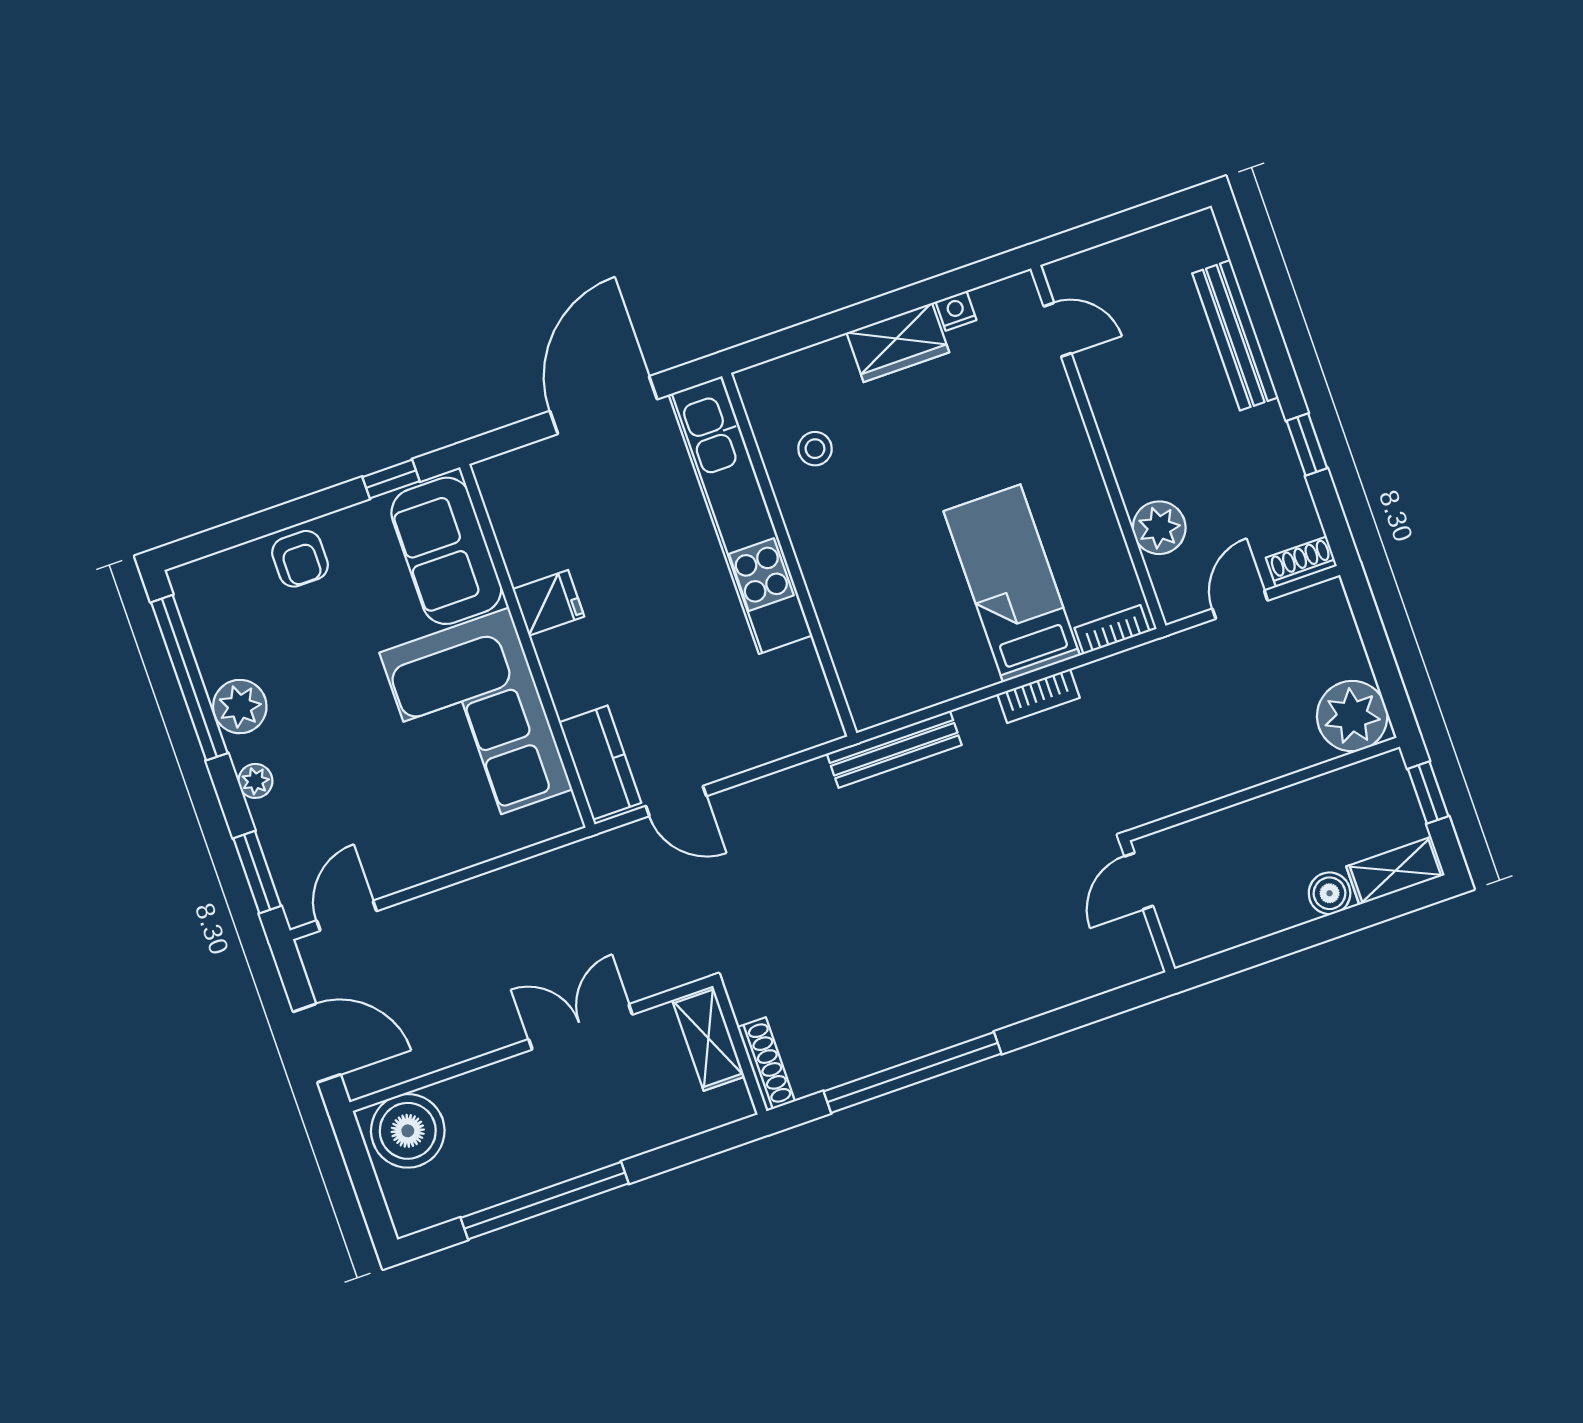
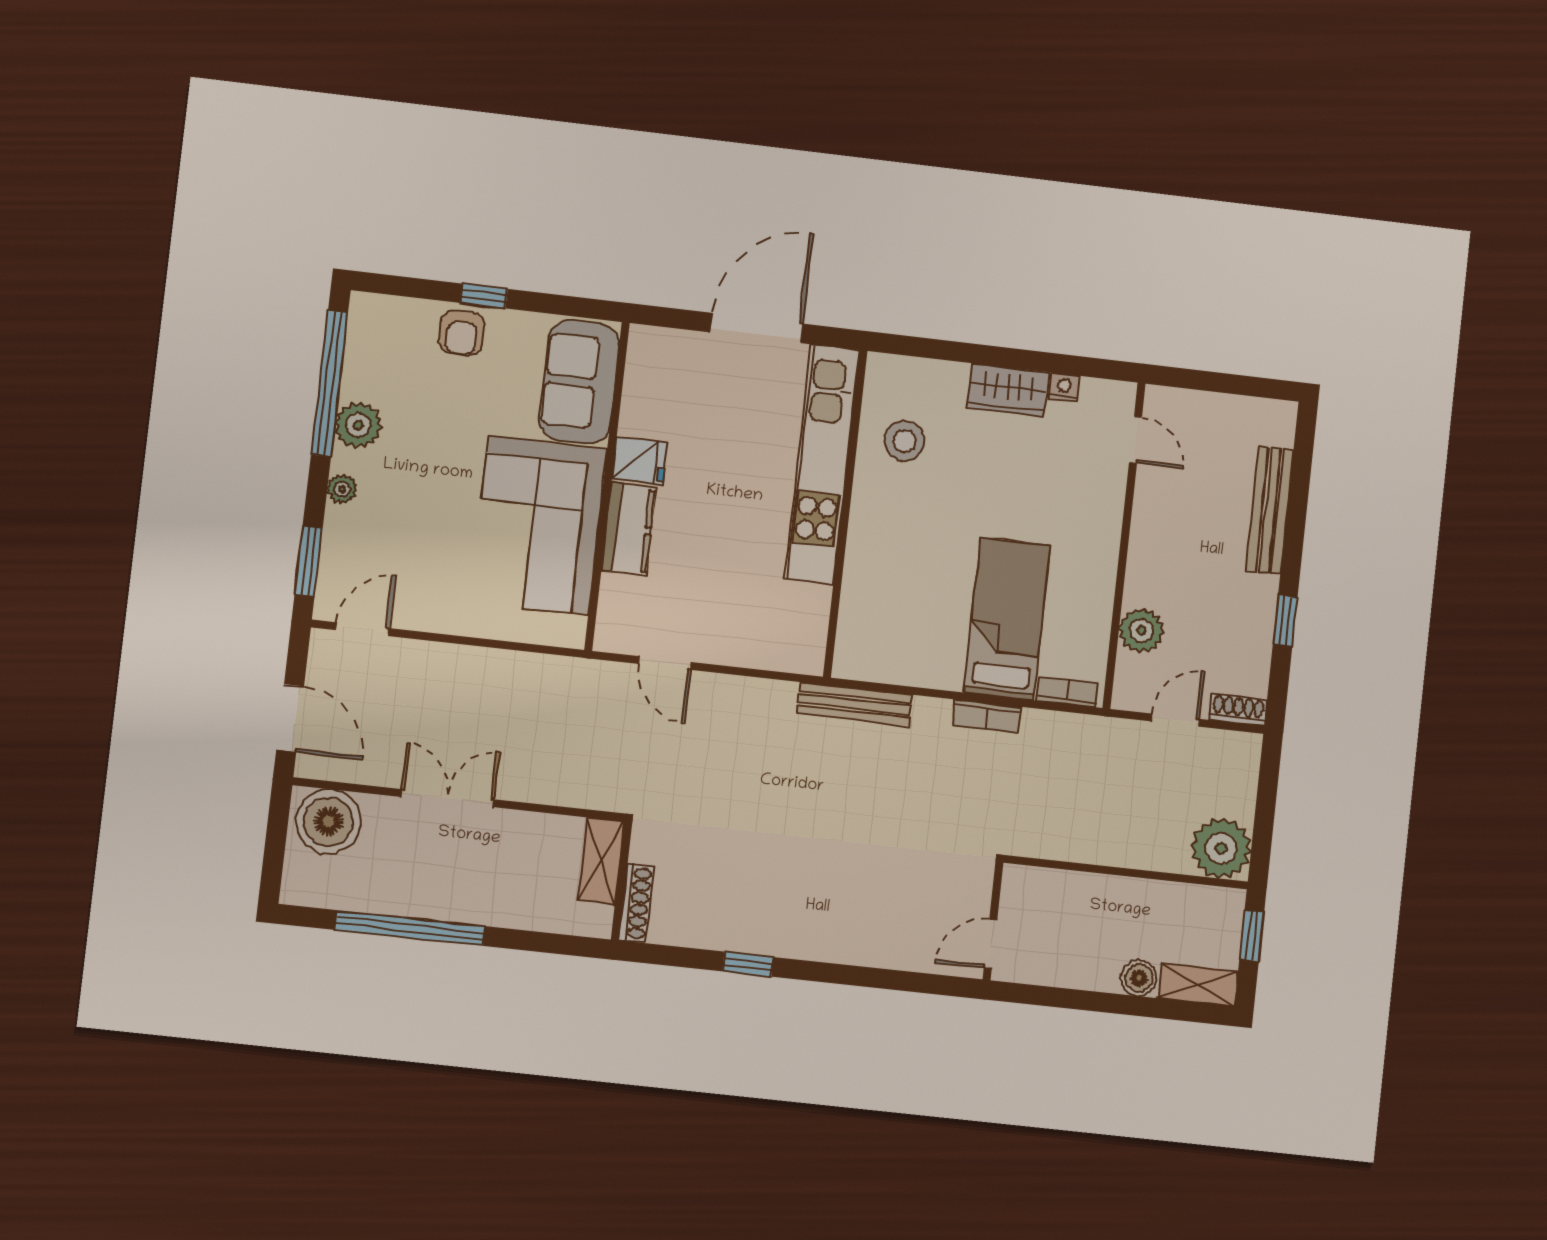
stool: (815, 449) -> (905, 441), width x1.37, depth x1.37
window: (391, 479) -> (484, 296), moved
kitchen counter: (600, 763) -> (629, 529), moved
door: (1139, 881) -> (991, 944), moved
double door: (581, 1027) -> (448, 798), moved
window: (913, 1072) -> (748, 964), width x0.32

